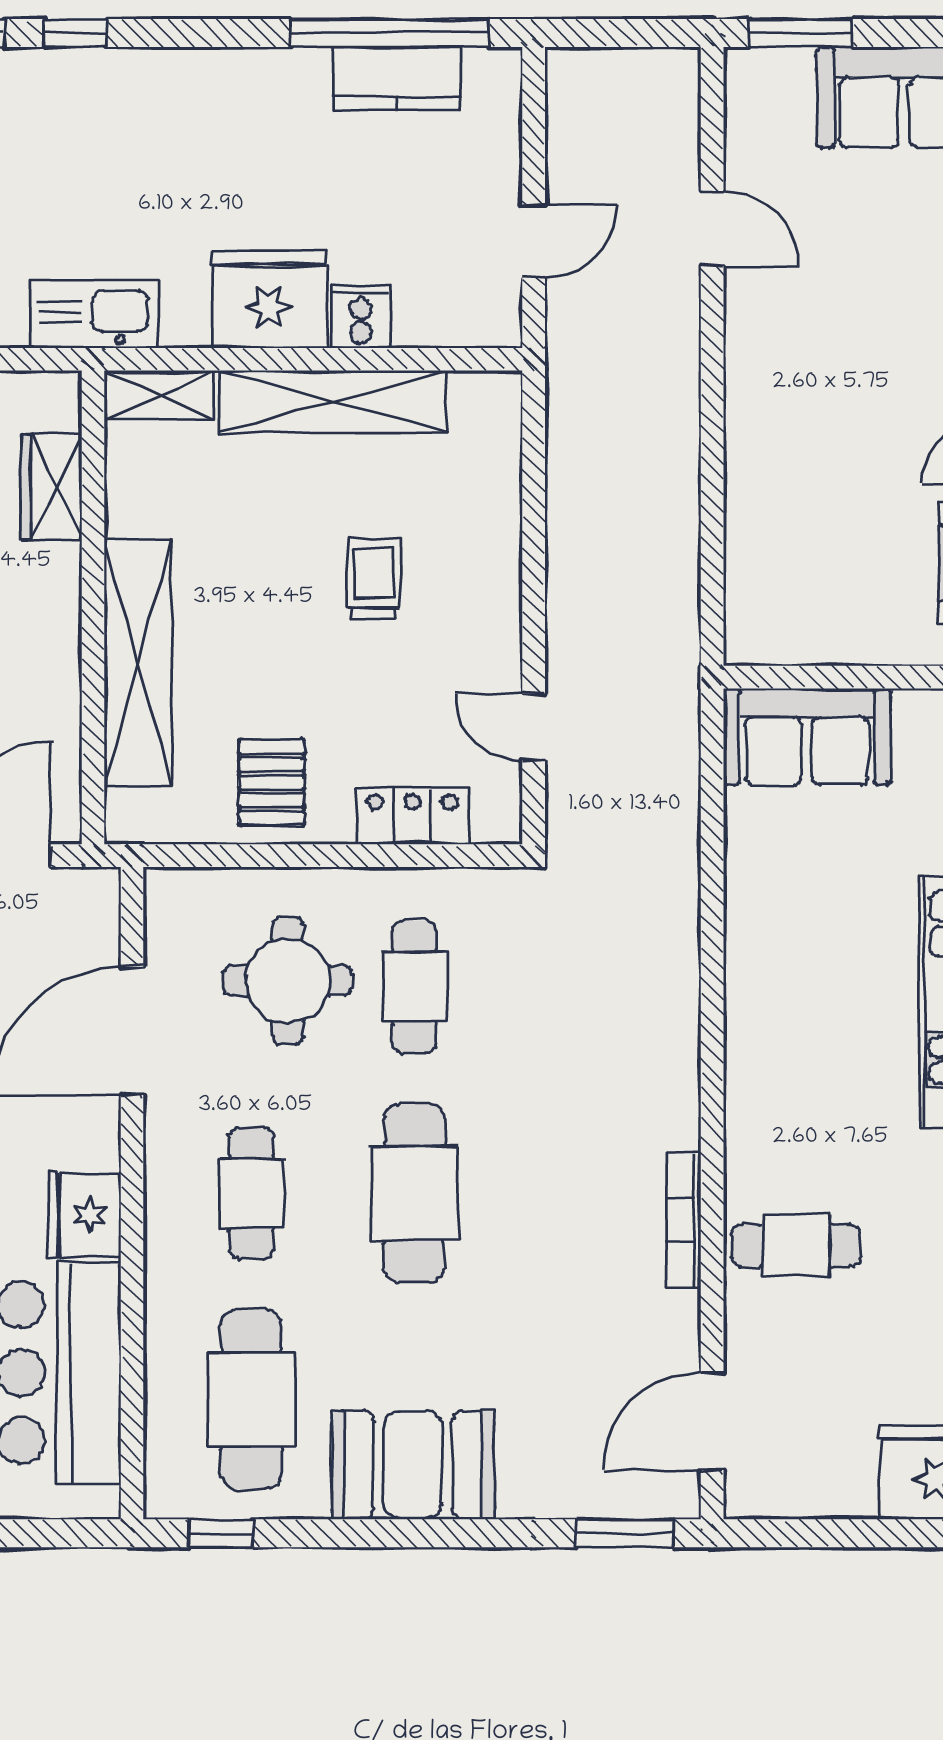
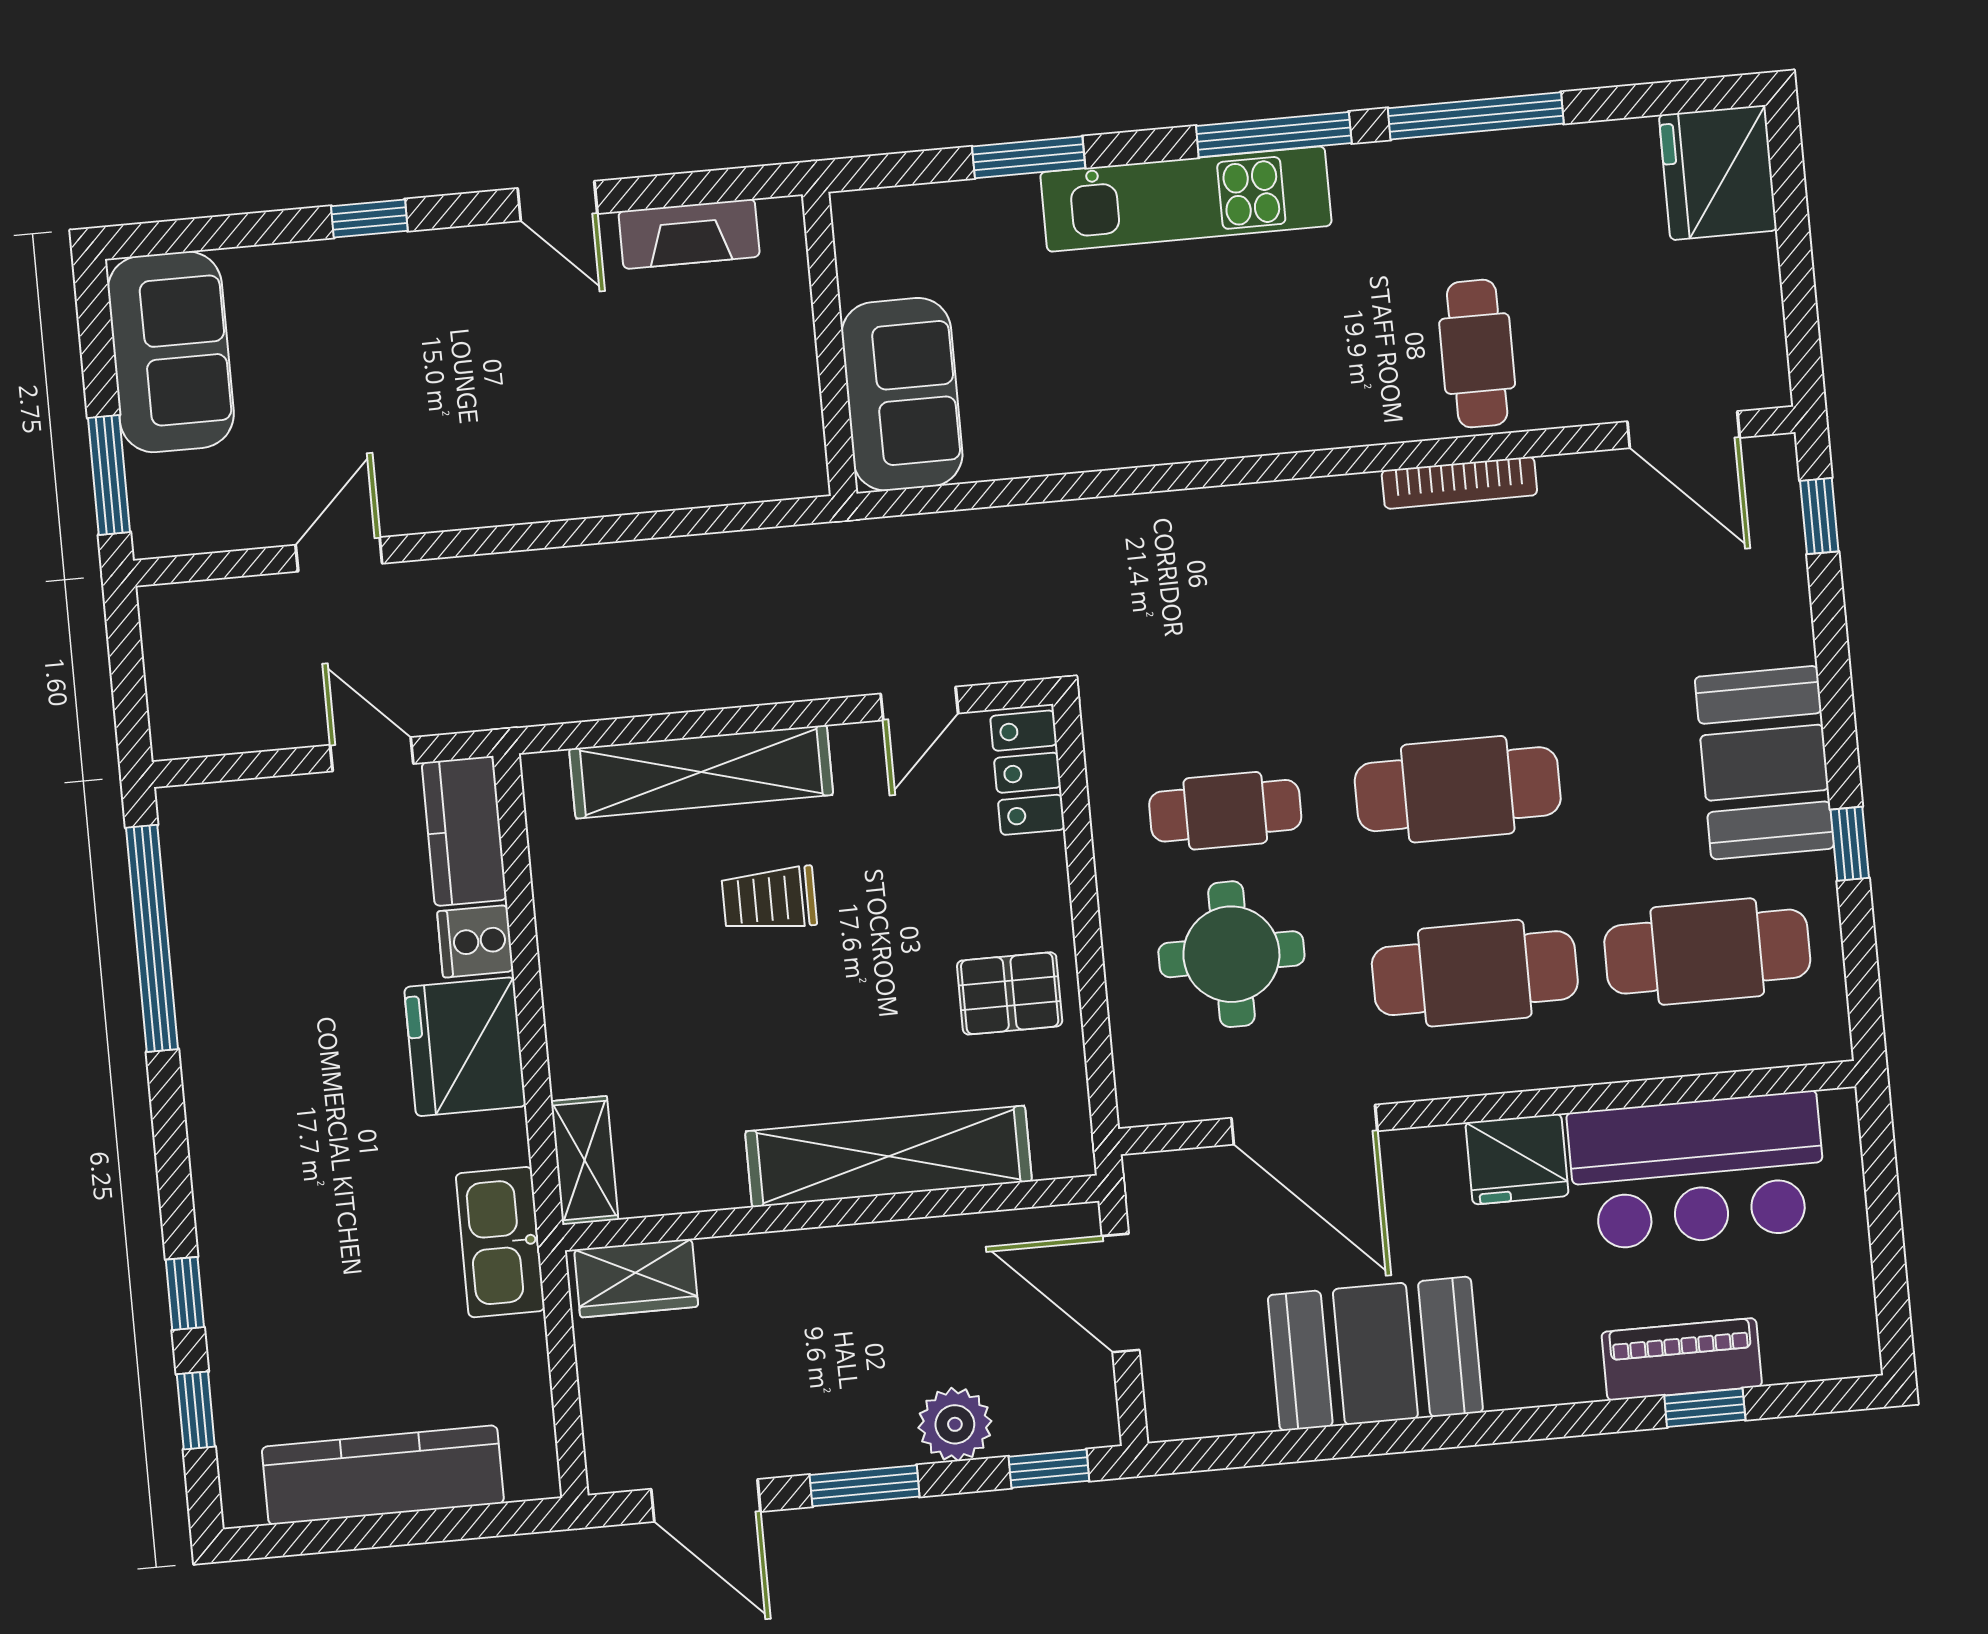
kitchen counter: (397, 79) -> (464, 831), moved, turned 180
shelving: (333, 402) -> (701, 772), moved, turned 90
wardrobe: (52, 487) -> (636, 1278), moved
locker: (412, 816) -> (1028, 773), moved
cafe table: (251, 1193) -> (1475, 973), width x1.37, depth x1.35
window: (221, 1533) -> (1850, 844), moved
window: (625, 1533) -> (1819, 516), width x0.67

